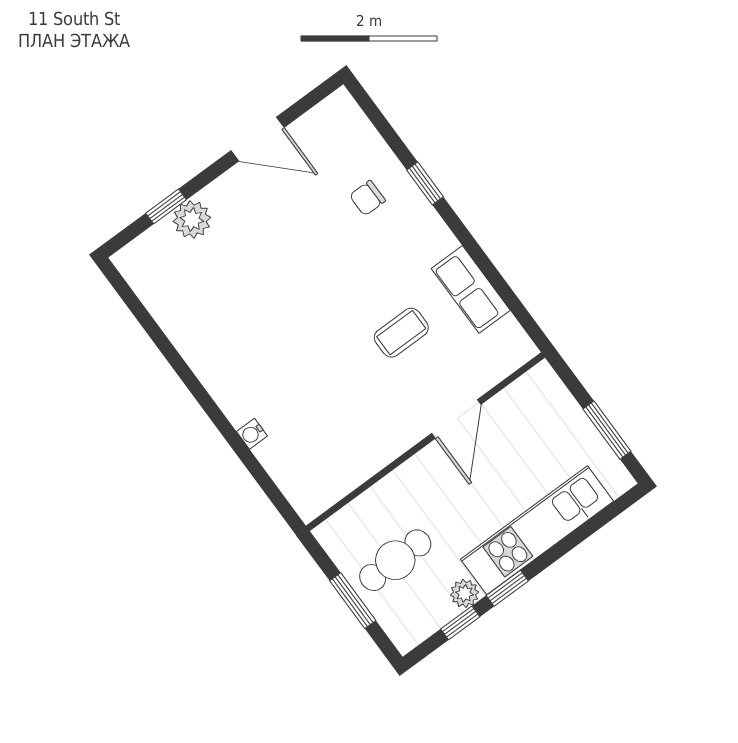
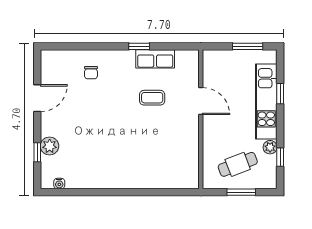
window: (425, 183) -> (139, 46), moved
coffee table: (401, 333) -> (152, 98), turned 90
water cooler: (252, 434) -> (59, 184), moved
cafe table: (395, 560) -> (238, 164), turned 70
window: (507, 588) -> (280, 94), moved

